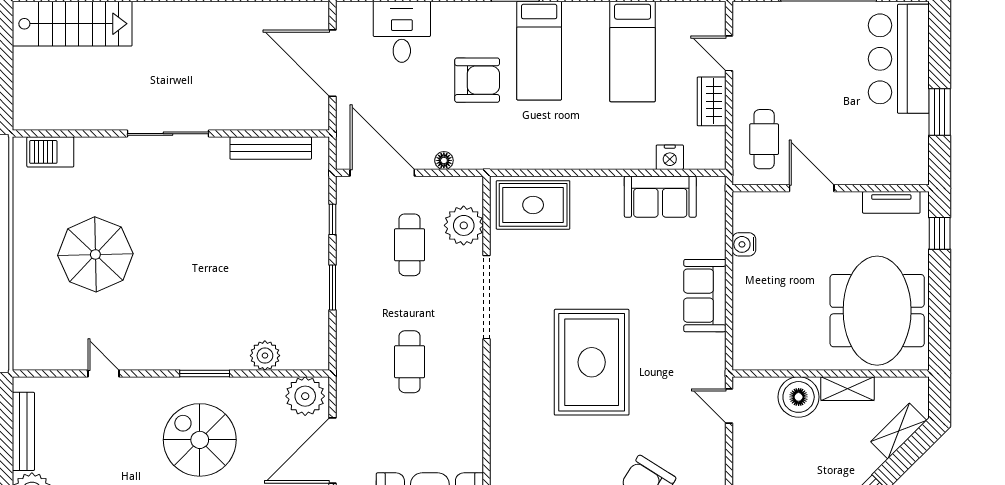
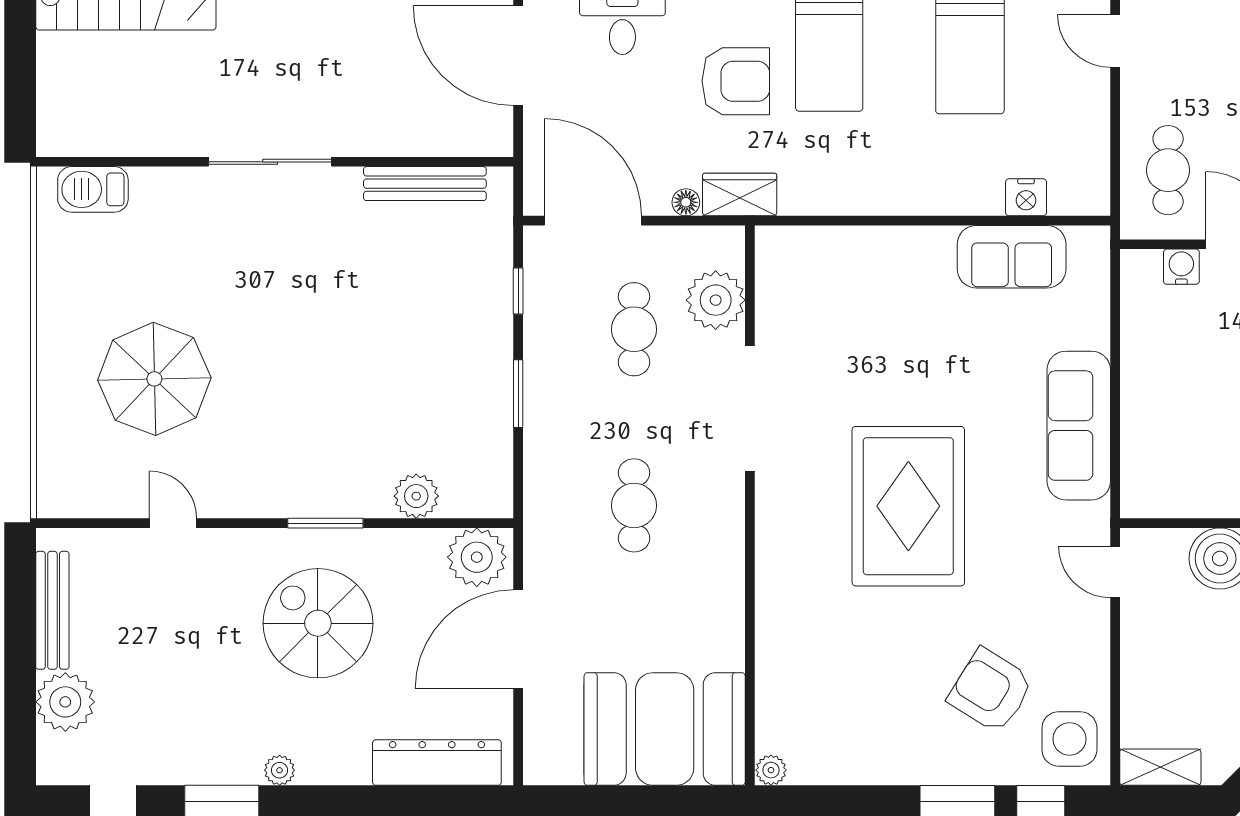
wardrobe: (712, 101) -> (740, 195), moved, turned 90
rug: (533, 205) -> (820, 269), removed
water cooler: (744, 244) -> (1181, 267), moved, turned 90
parasol: (95, 254) -> (154, 379), moved
sofa: (705, 296) -> (1079, 426), width x1.36

